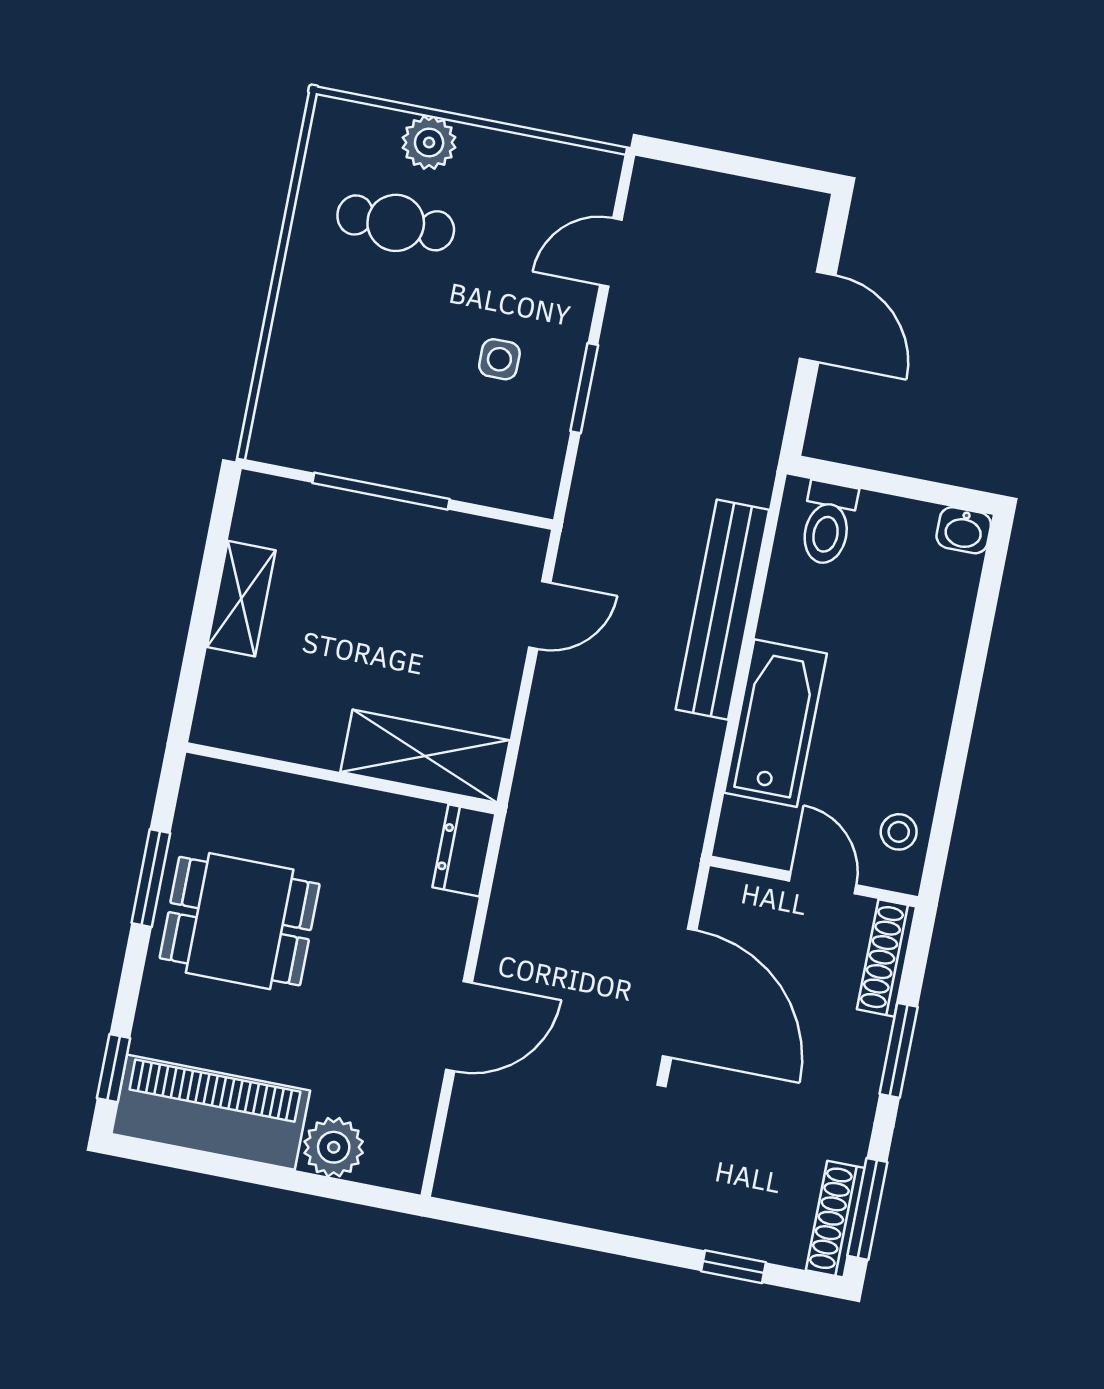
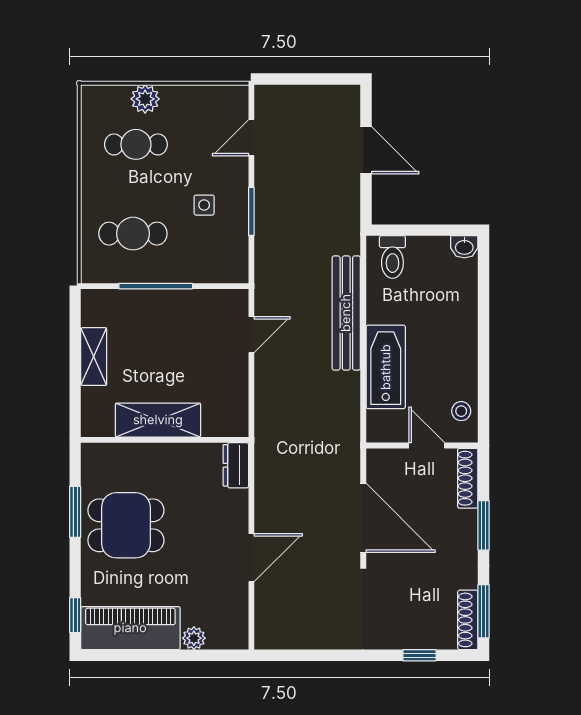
cafe table: (358, 386) -> (133, 234), added
shelving: (425, 756) -> (158, 420), moved
plant: (334, 1147) -> (194, 638), width x0.73, depth x0.73

